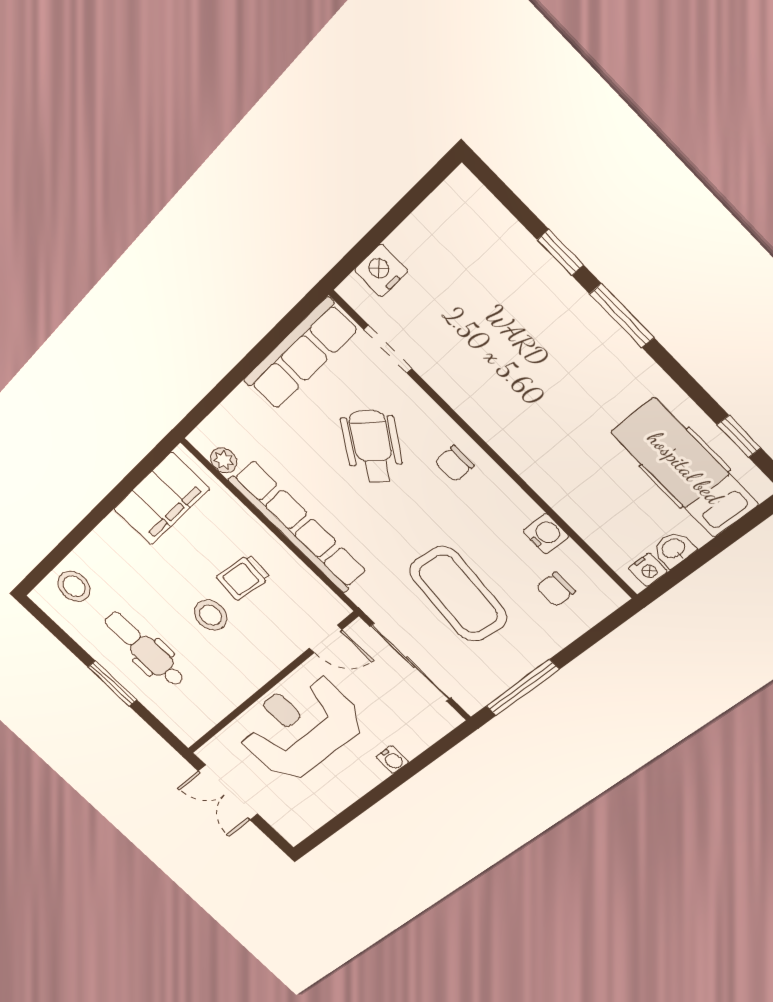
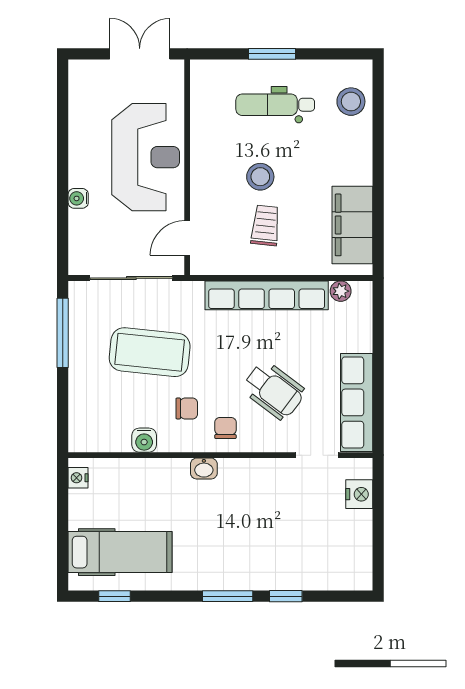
washbasin: (674, 549) -> (204, 469), moved, turned 90
chair: (556, 589) -> (187, 408), moved, turned 90
dental chair: (145, 649) -> (275, 105), turned 180

